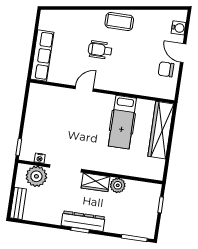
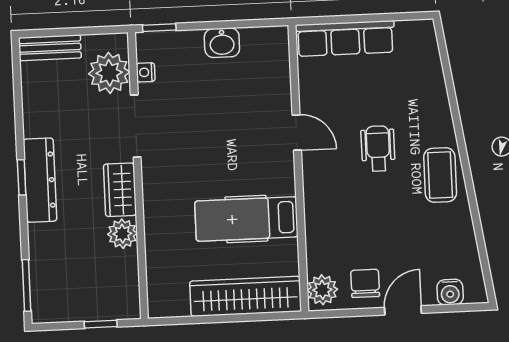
plant: (165, 91) -> (322, 290), added
washbasin: (32, 117) -> (222, 43), added

